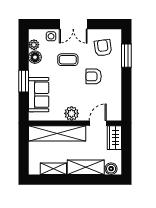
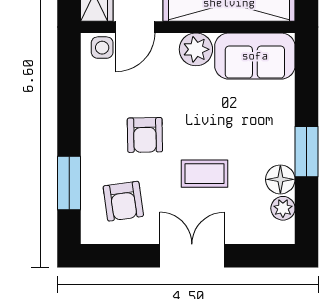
side table: (51, 36) -> (102, 48), moved
armchair: (94, 76) -> (145, 135), turned 89
window: (24, 81) -> (307, 152), moved
sofa: (39, 95) -> (255, 56), moved, turned -90

